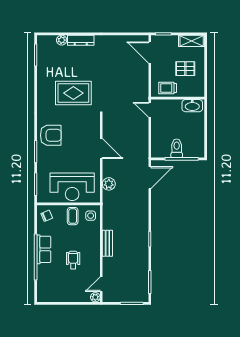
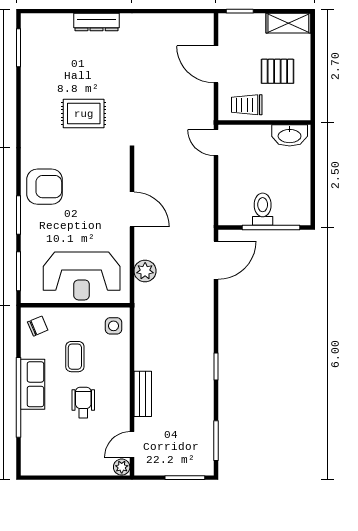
plant: (62, 40) -> (63, 22), removed
door: (150, 53) -> (216, 64), moved
rug: (73, 93) -> (84, 114), width x0.73, depth x0.70
coffee table: (73, 216) -> (75, 357), moved
bench: (107, 243) -> (143, 394), moved

